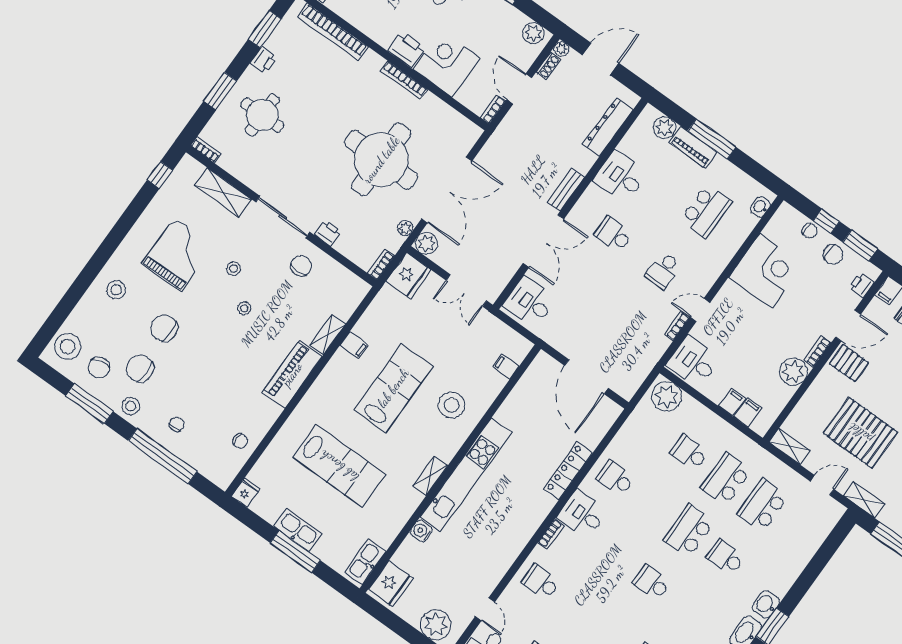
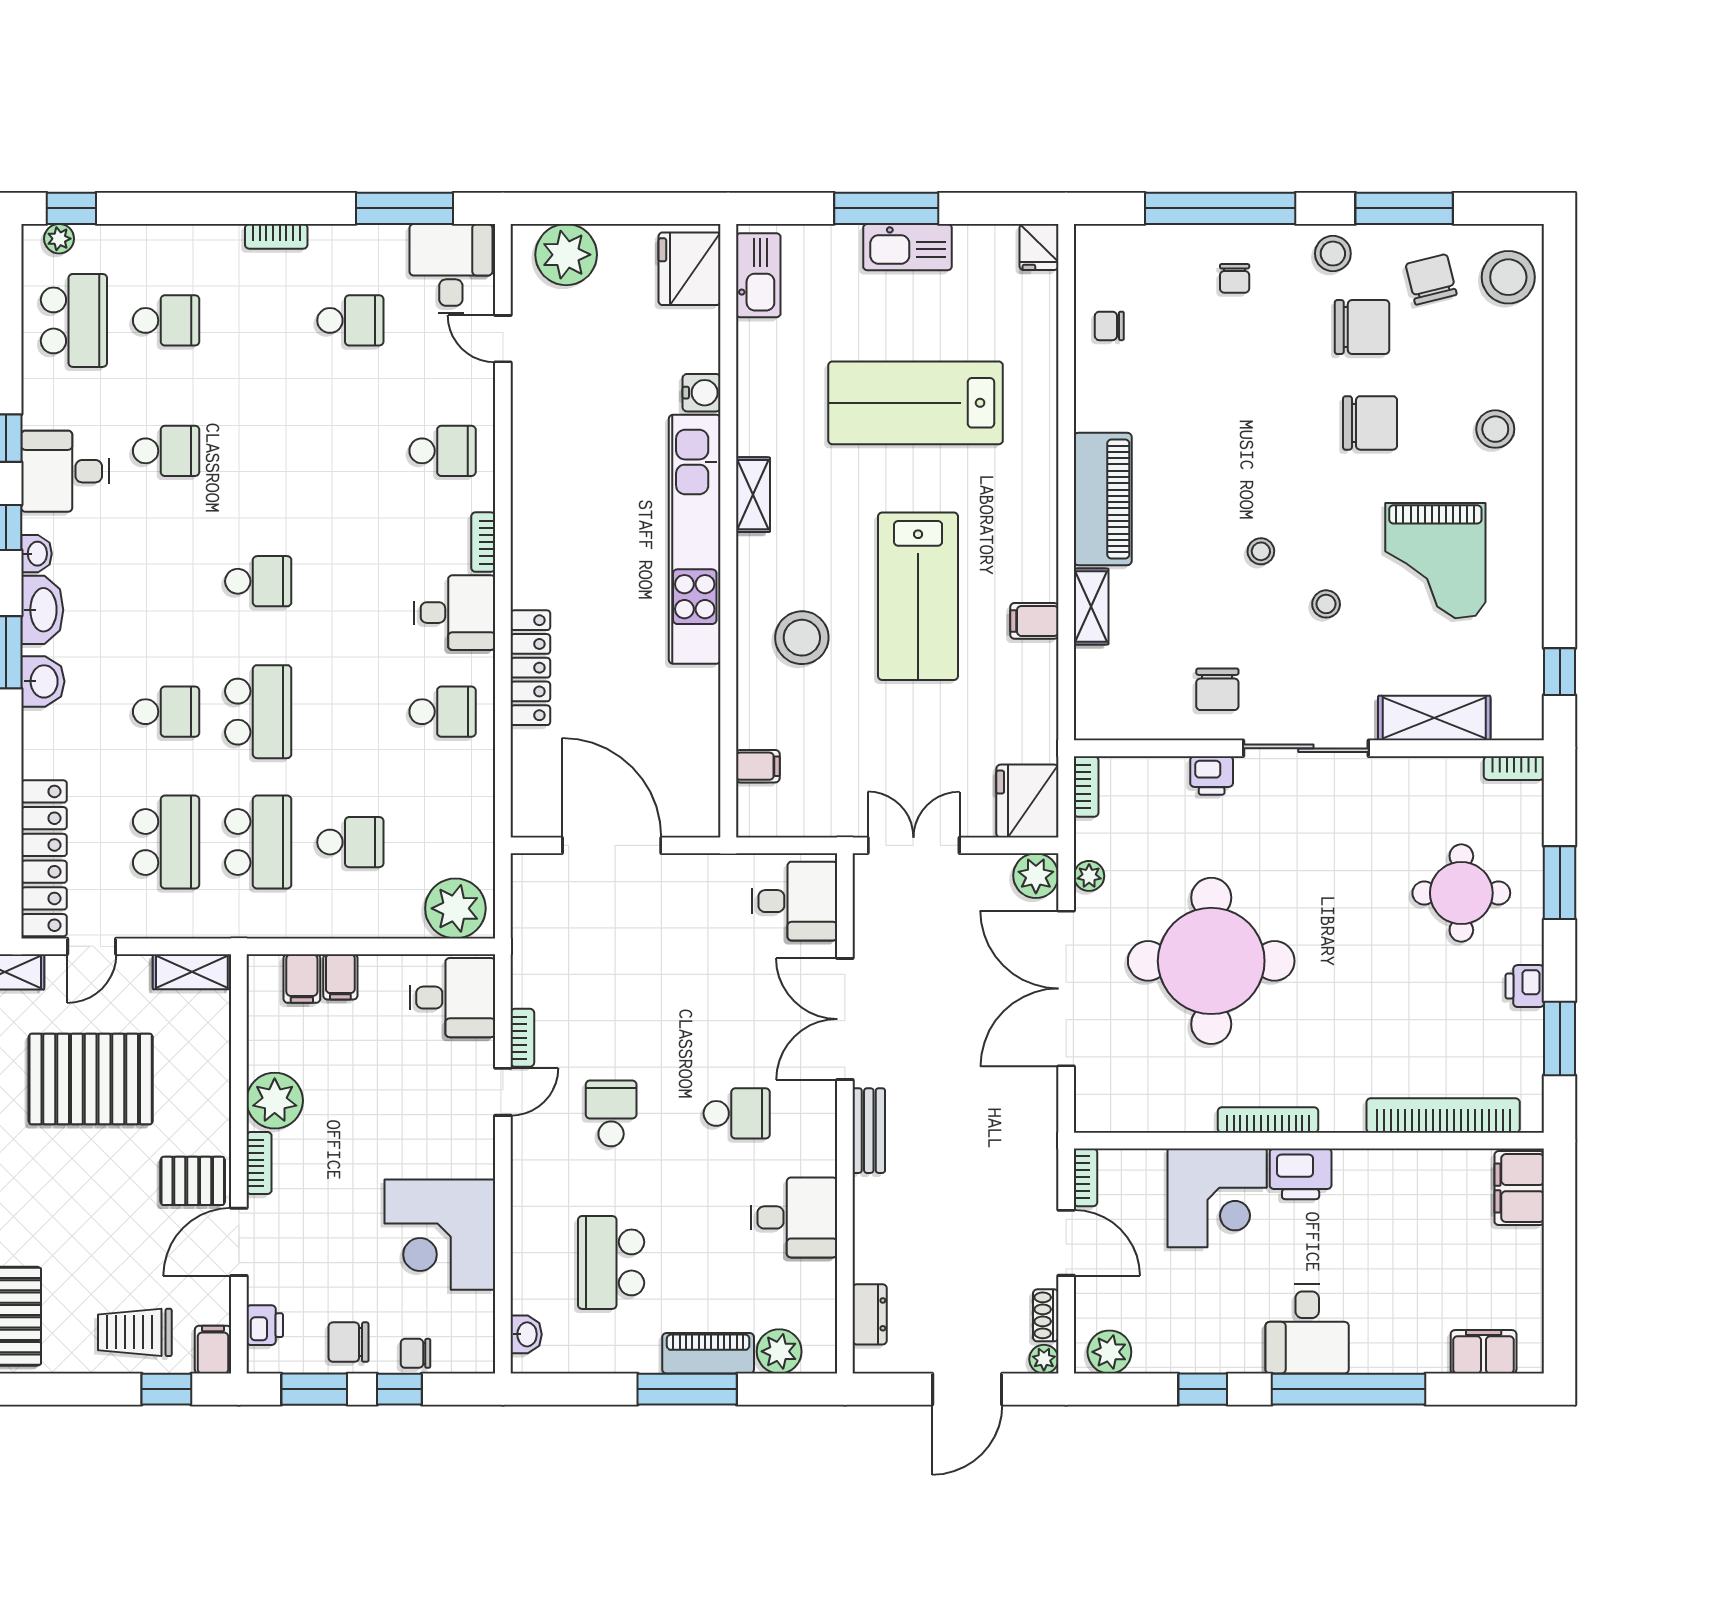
dresser: (608, 127) -> (870, 1314), width x0.51, depth x0.80
locker: (816, 534) -> (44, 858), added

